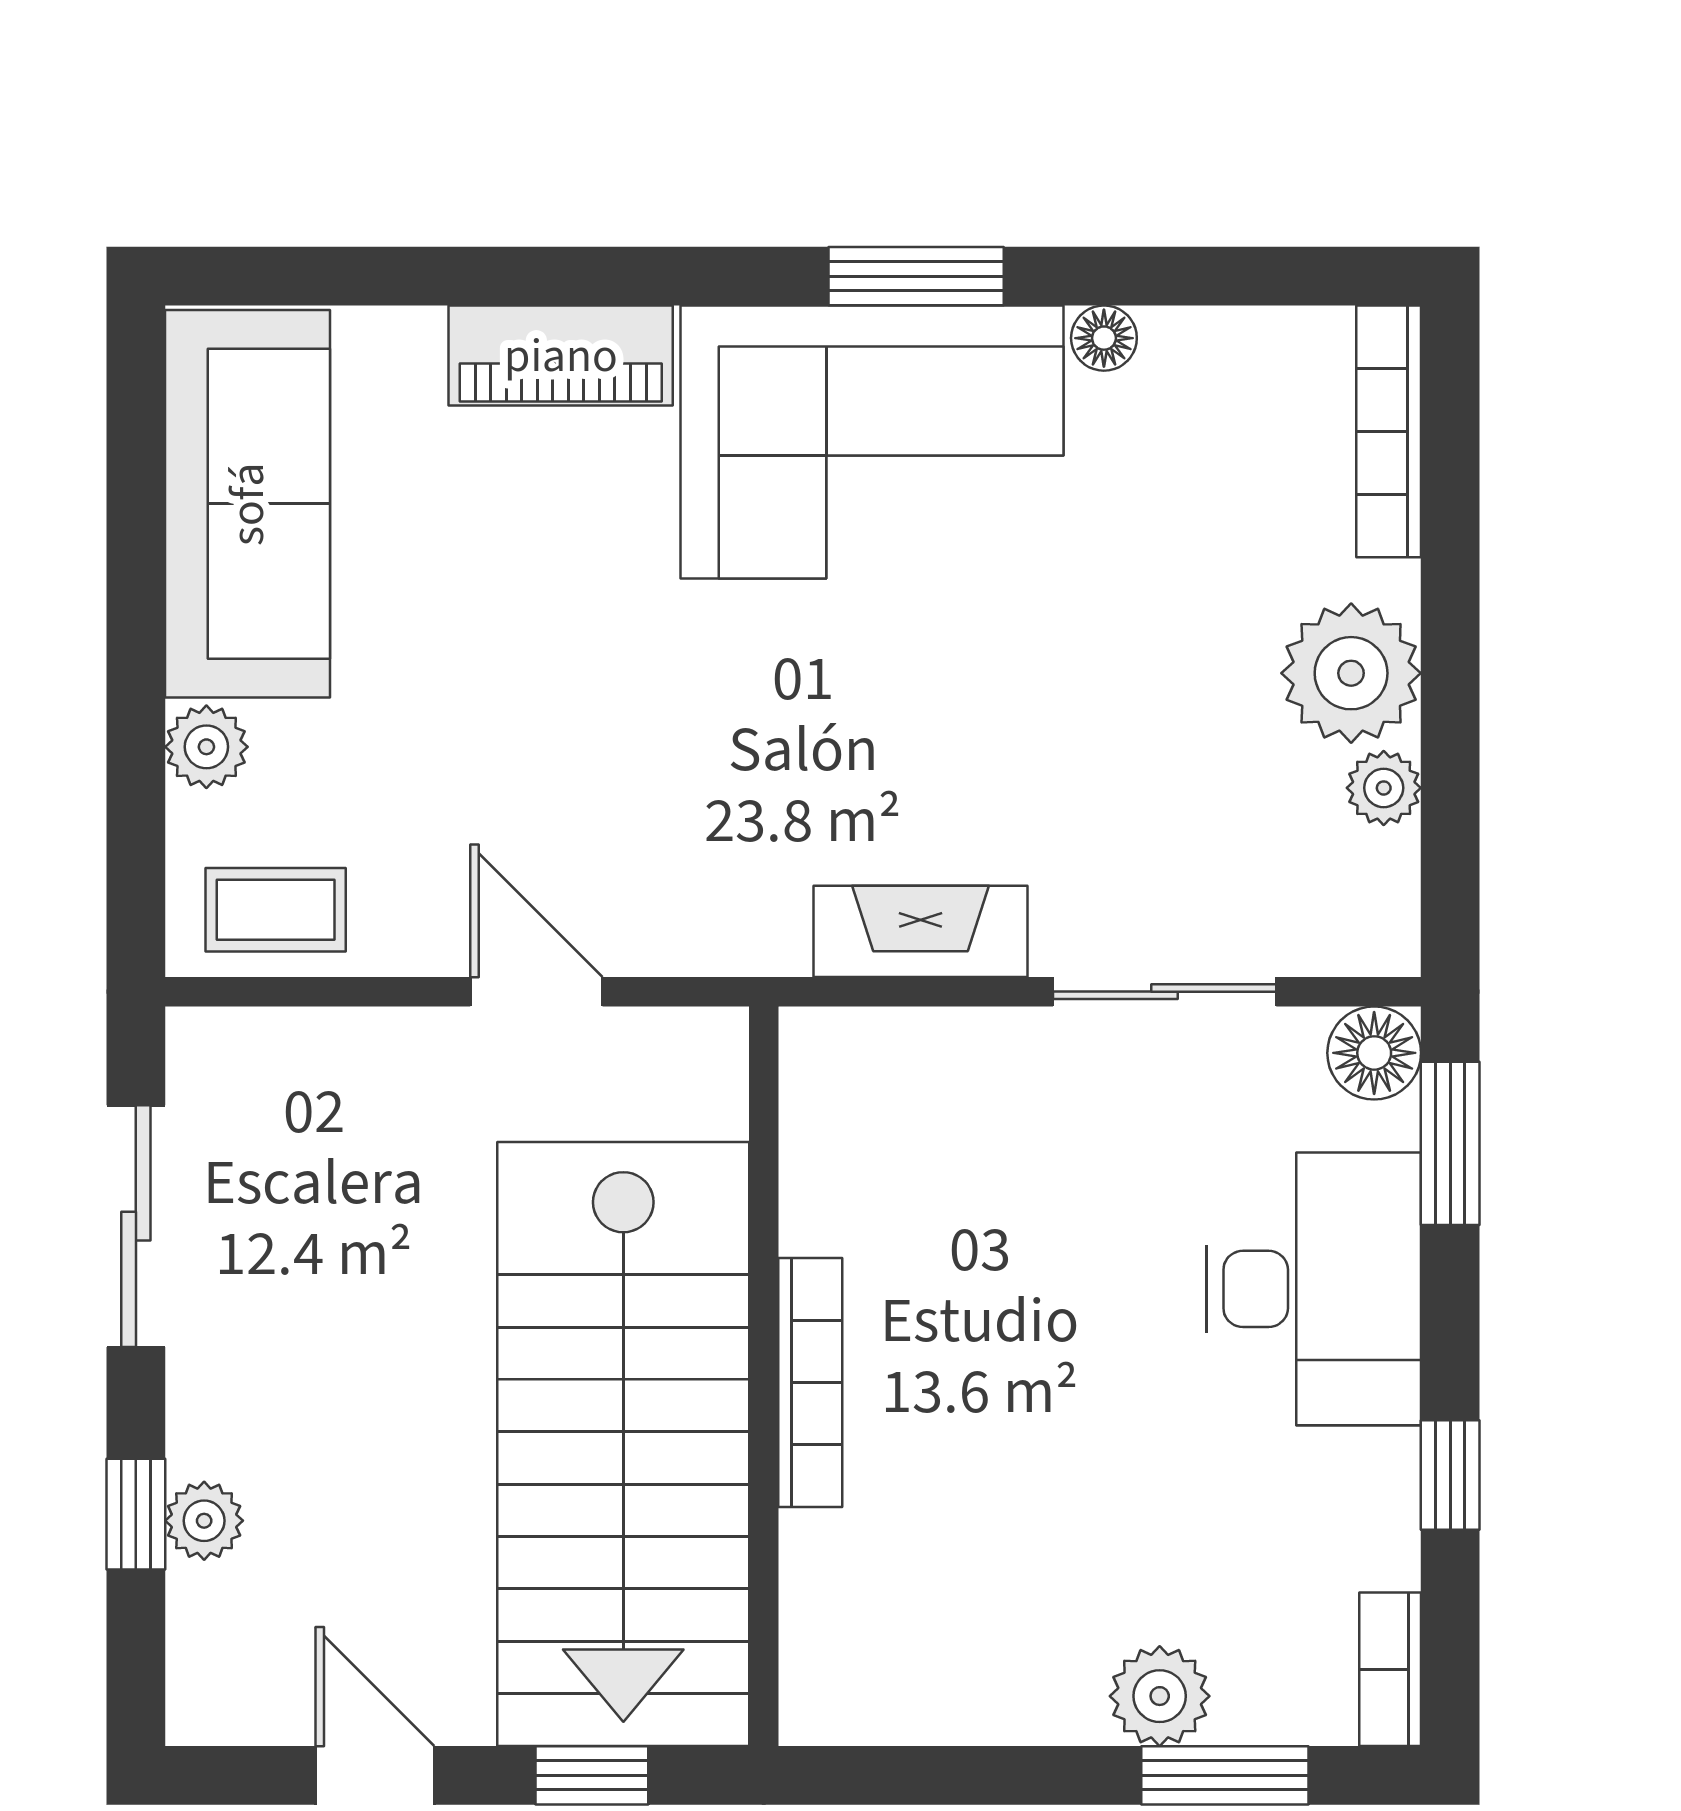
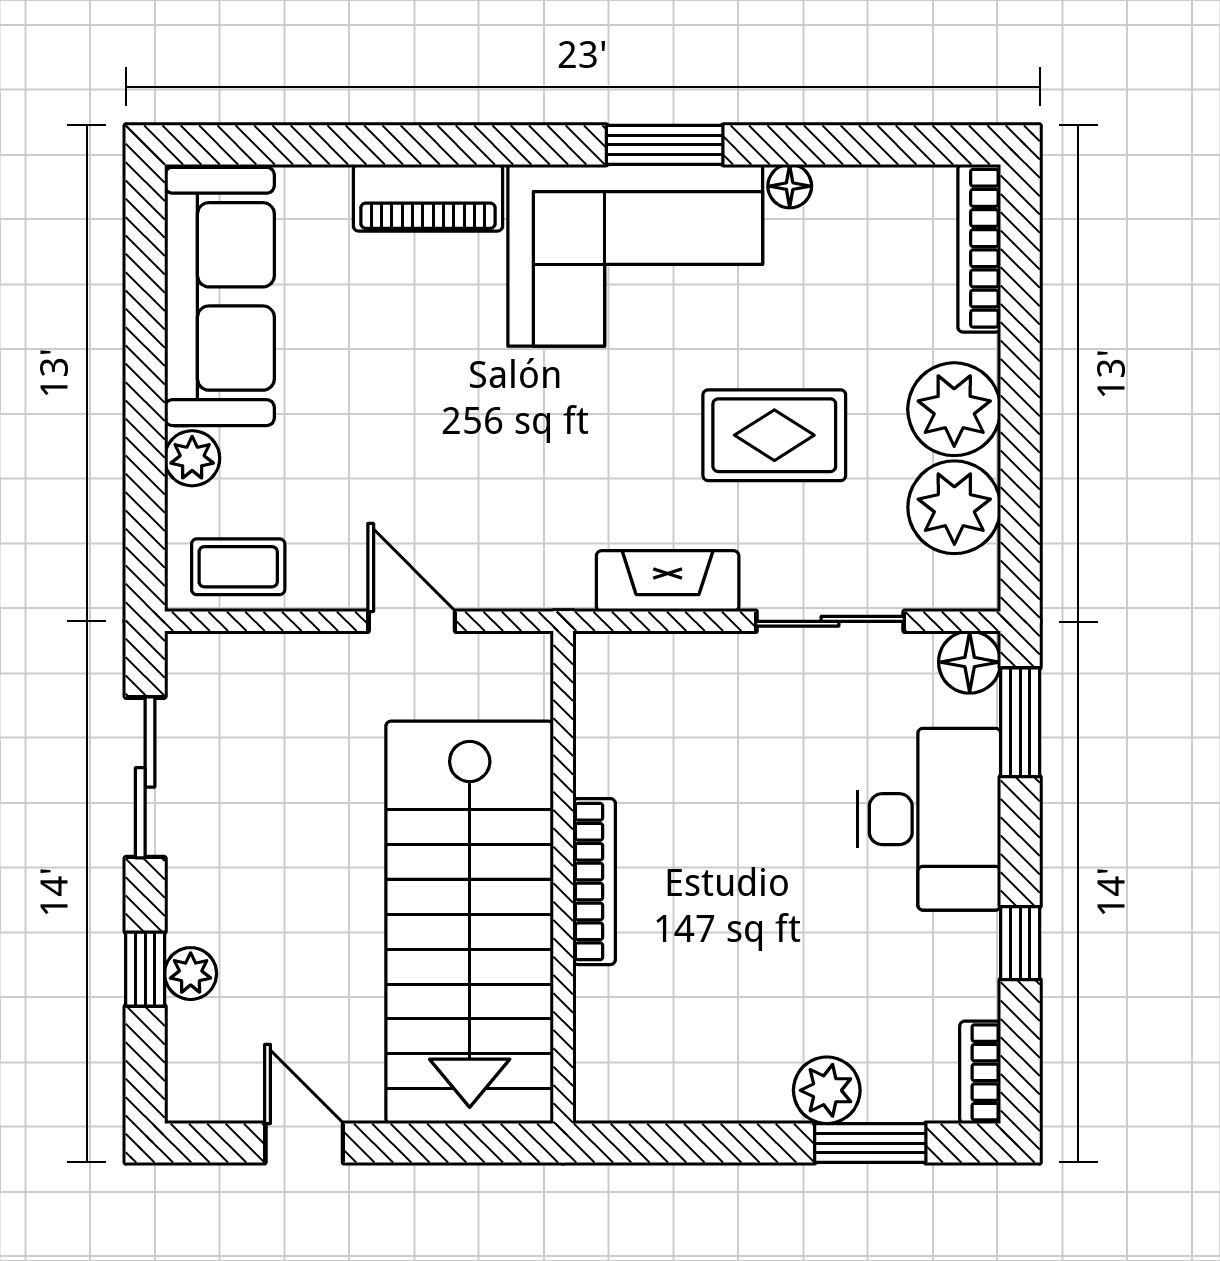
rug: (1081, 712) -> (774, 435), added
plant: (1384, 788) -> (954, 507), width x1.88, depth x1.88
window: (592, 1775) -> (449, 1143), removed

